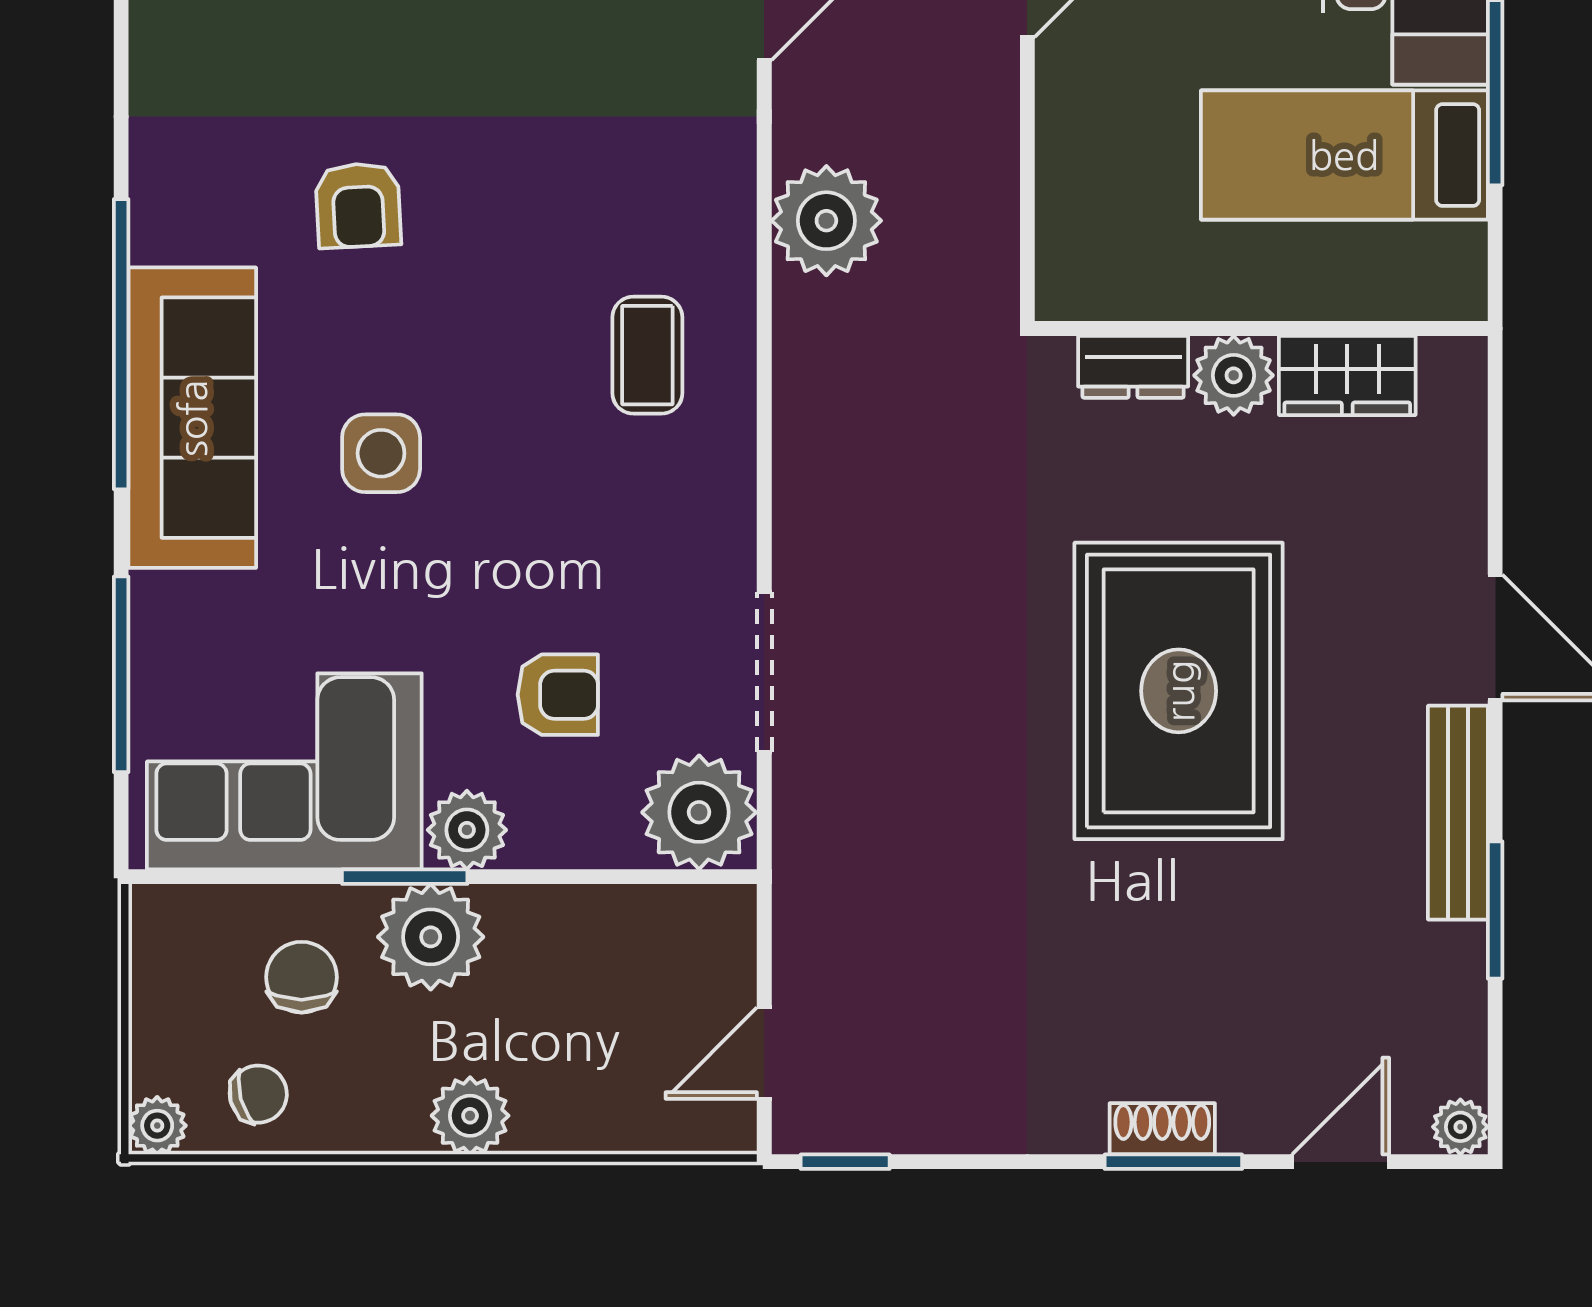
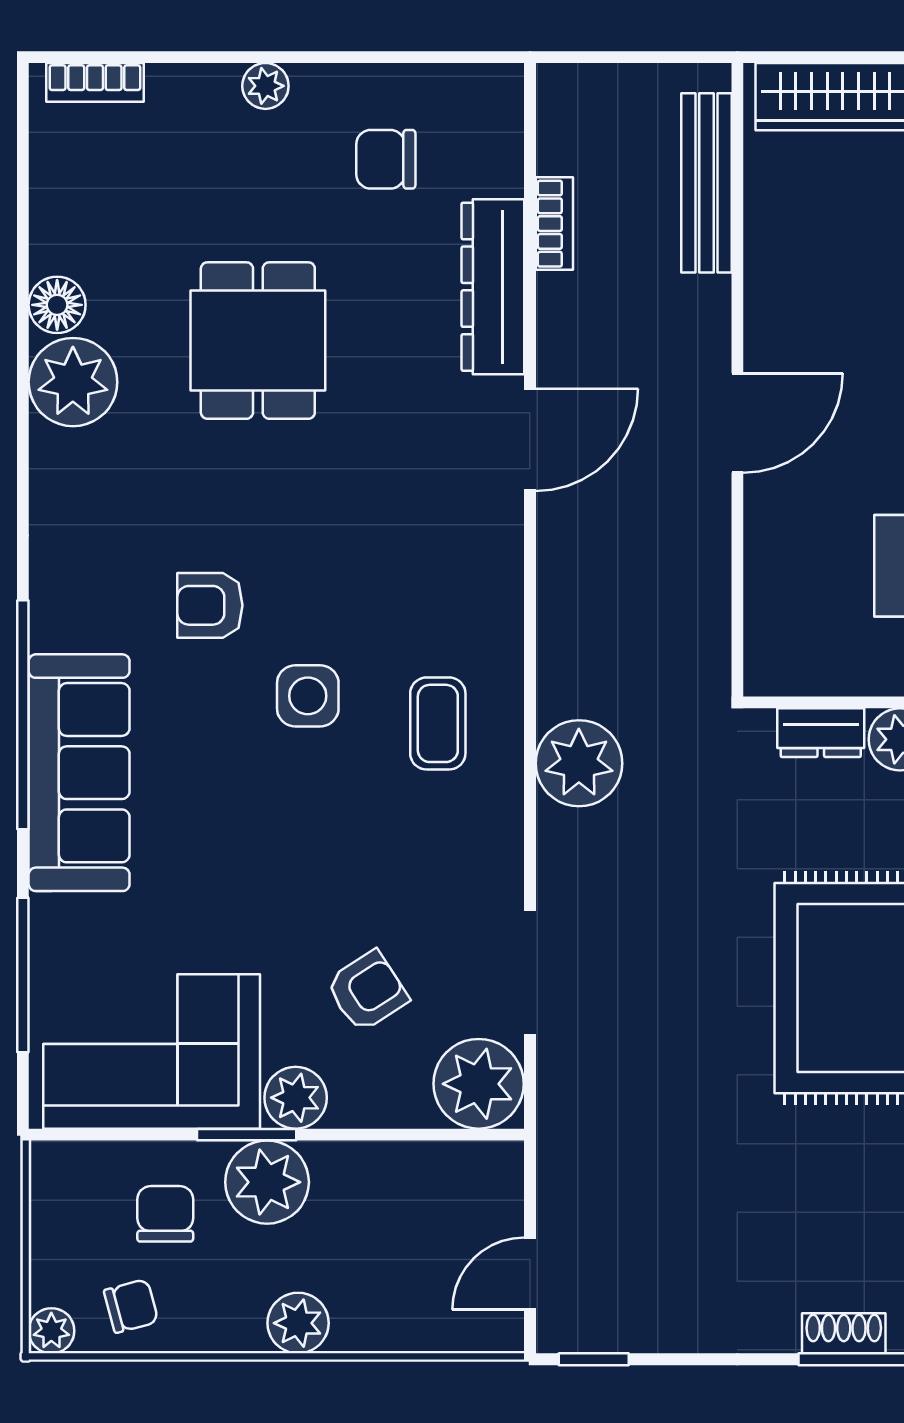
armchair: (358, 205) -> (210, 605), turned 93
plant: (826, 221) -> (579, 763), moved
side table: (381, 453) -> (308, 696), moved
armchair: (558, 695) -> (367, 991), turned -33

